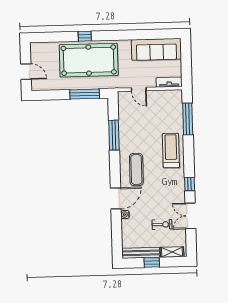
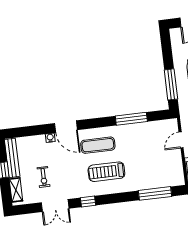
treadmill: (171, 151) -> (106, 172), moved, turned 180
double door: (190, 216) -> (55, 206), swing flipped

